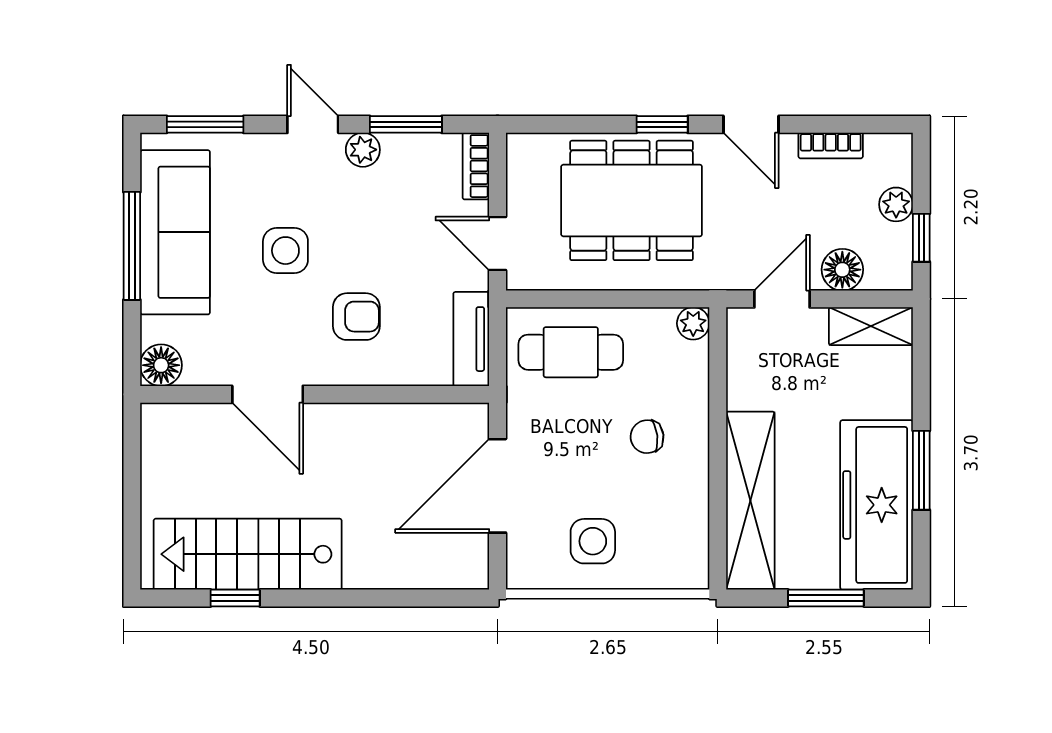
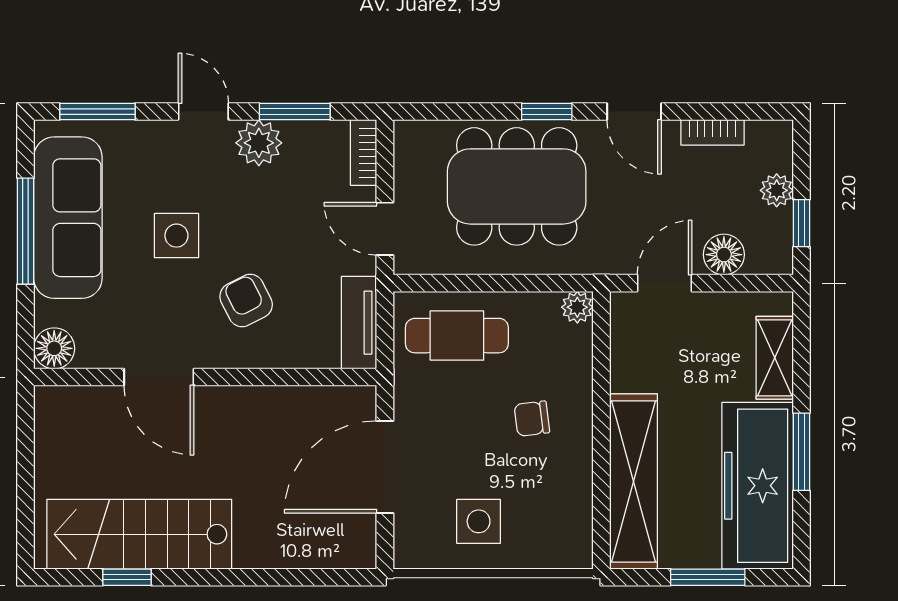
plant: (363, 150) -> (259, 143), width x1.38, depth x1.38
armchair: (356, 317) -> (246, 301), turned -117
shelving: (871, 326) -> (775, 358), moved, turned 90

